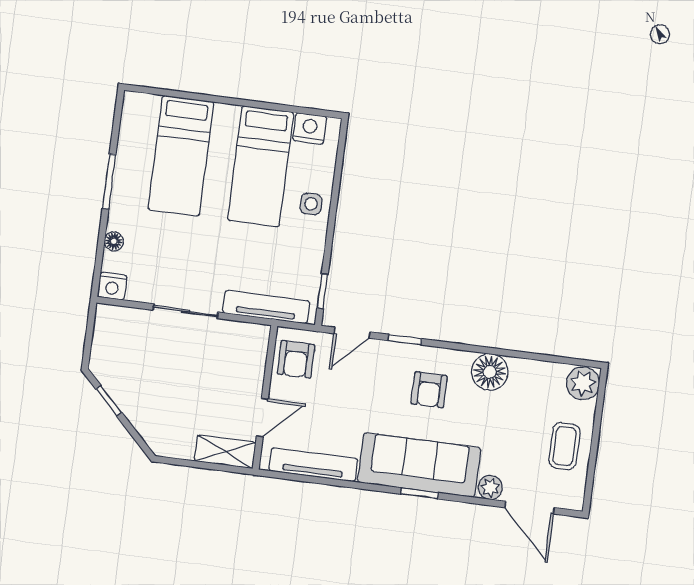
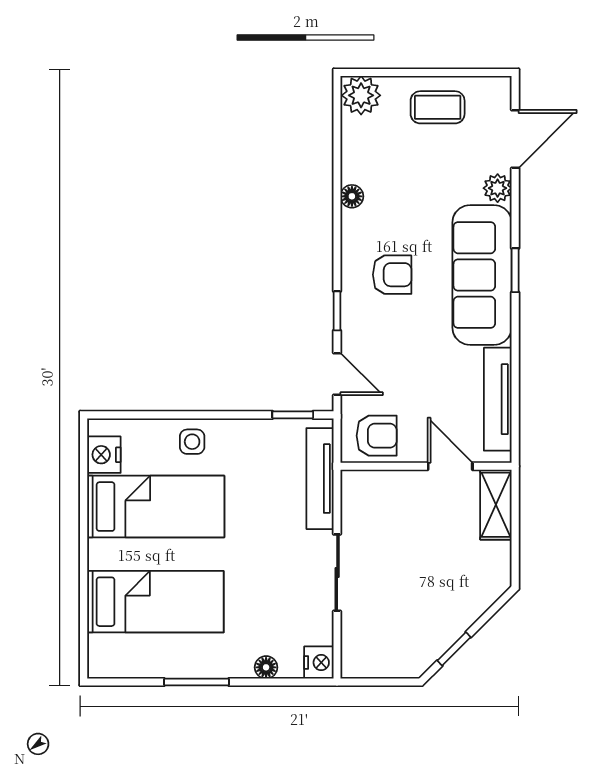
floor lamp: (490, 372) -> (352, 196), width x0.53, depth x0.53

